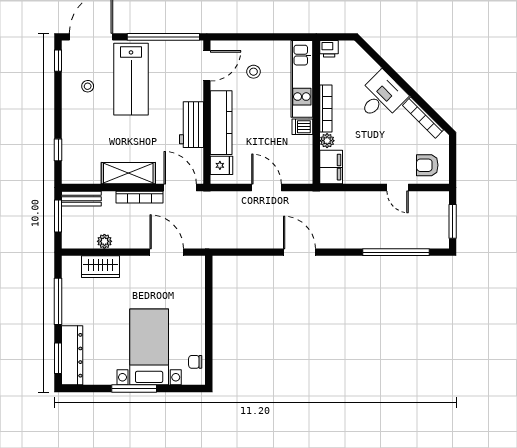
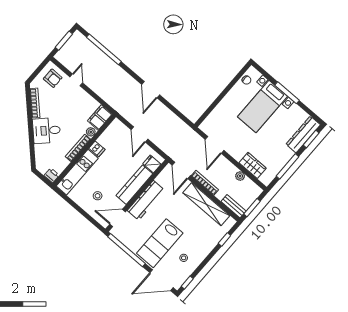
lab bench: (131, 79) -> (160, 243), turned 180
workbench: (191, 125) -> (146, 200), width x1.38
shelving: (128, 173) -> (206, 204), width x1.47

